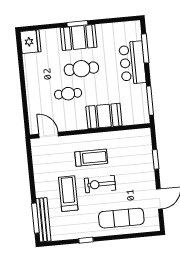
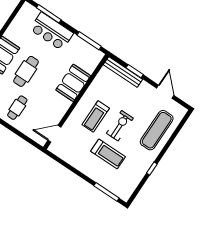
cafe table: (68, 94) -> (17, 108), moved
treadmill: (91, 158) -> (96, 116), turned 180
exercise bike: (100, 184) -> (120, 126), turned 180
treadmill: (68, 194) -> (108, 154), turned 180
bench: (43, 220) -> (123, 72), moved

